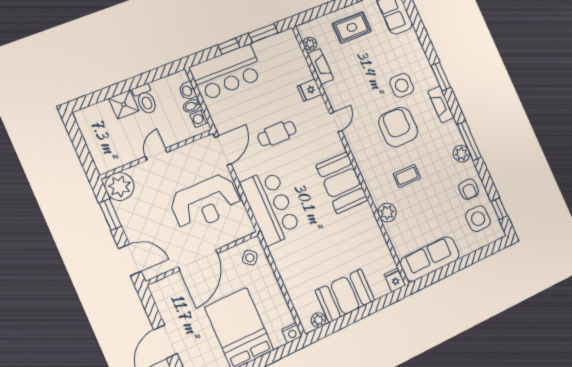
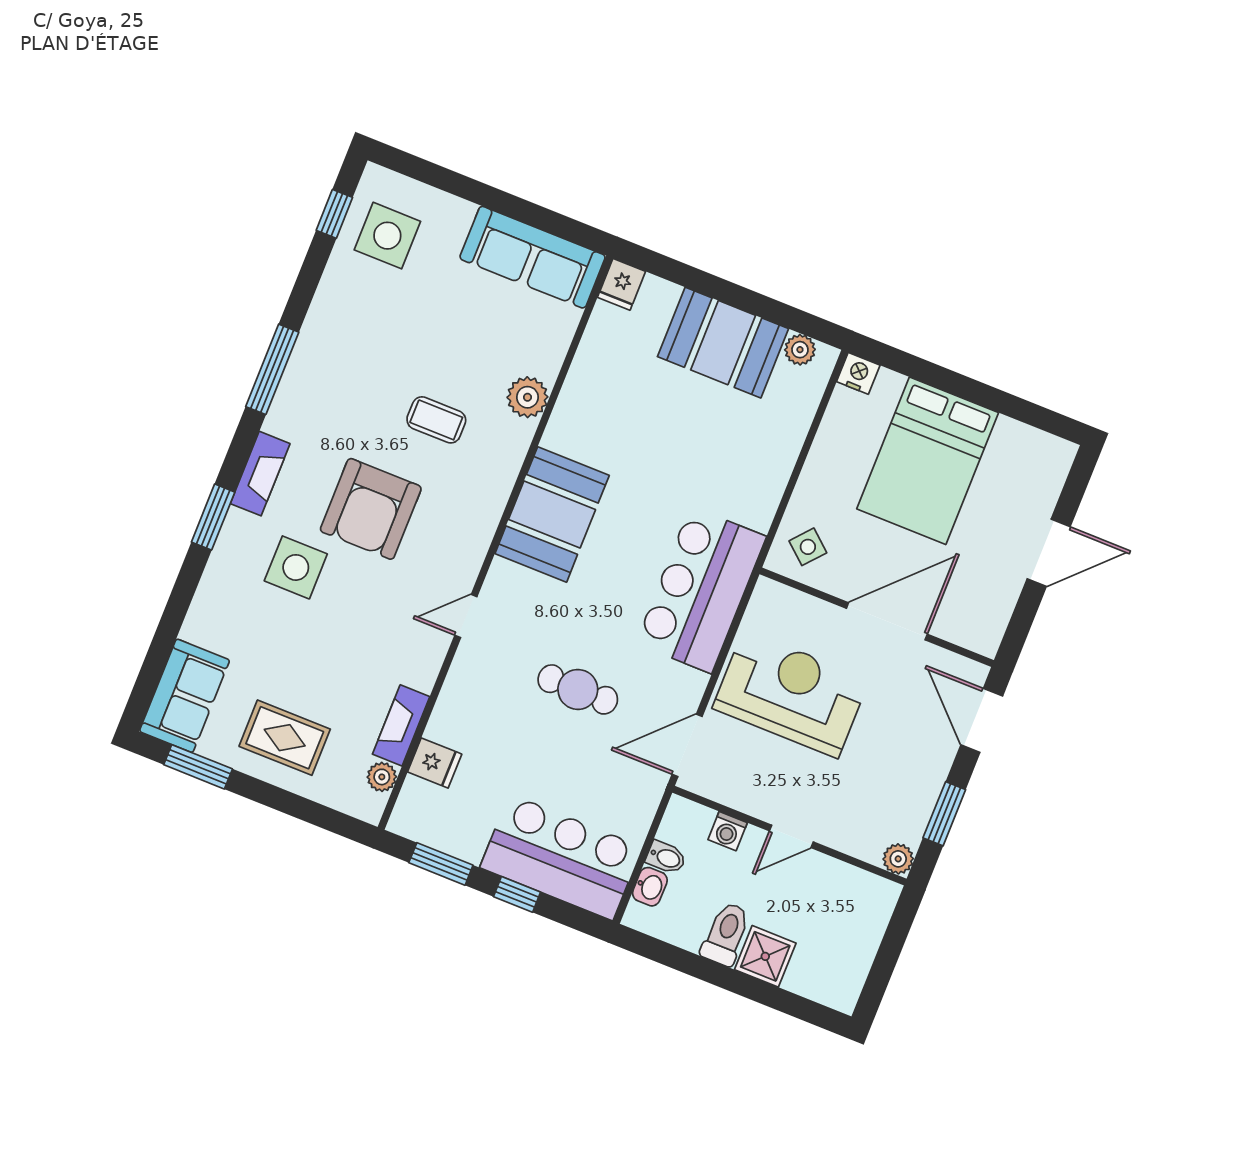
fridge: (309, 90) -> (435, 763), moved
washing machine: (199, 119) -> (728, 831), moved, turned 90
plant: (461, 154) -> (307, 363), removed
plant: (120, 186) -> (898, 859), width x0.53, depth x0.53
armchair: (469, 189) -> (354, 296), removed

